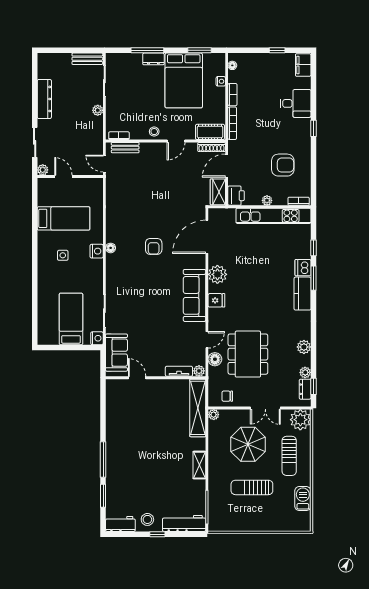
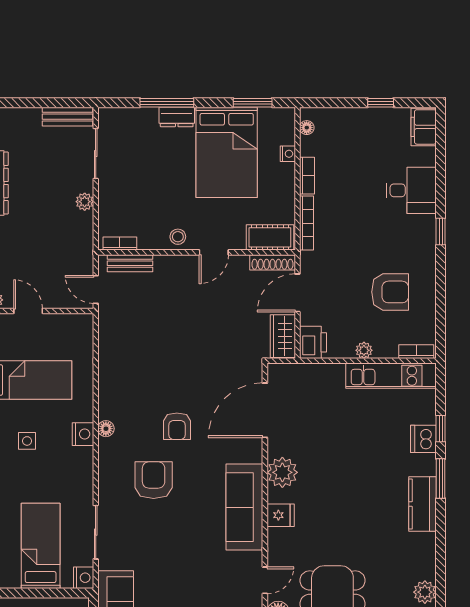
kitchen unit: (273, 216) -> (391, 376), width x0.73
dishwasher: (303, 268) -> (423, 439), moved
armchair: (139, 279) -> (154, 480), added

